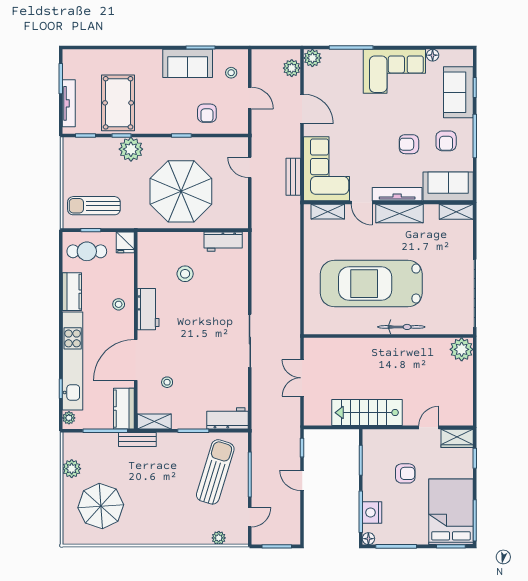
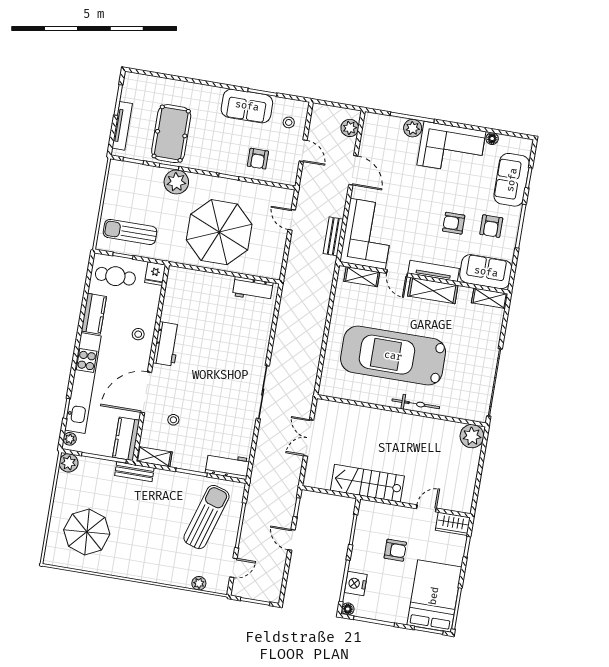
plant: (312, 58) -> (413, 128), moved
stool: (185, 274) -> (209, 315), removed
plant: (72, 469) -> (69, 463), moved

